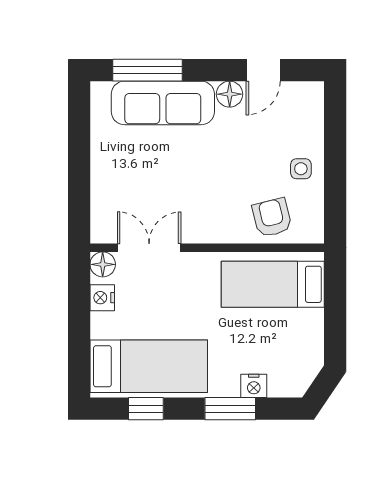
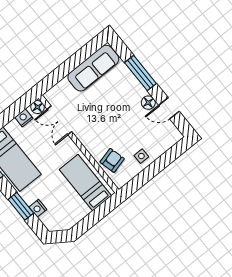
window: (148, 70) -> (141, 73), moved
sofa: (163, 103) -> (93, 68), moved, turned -90
double door: (149, 248) -> (60, 120), swing flipped

